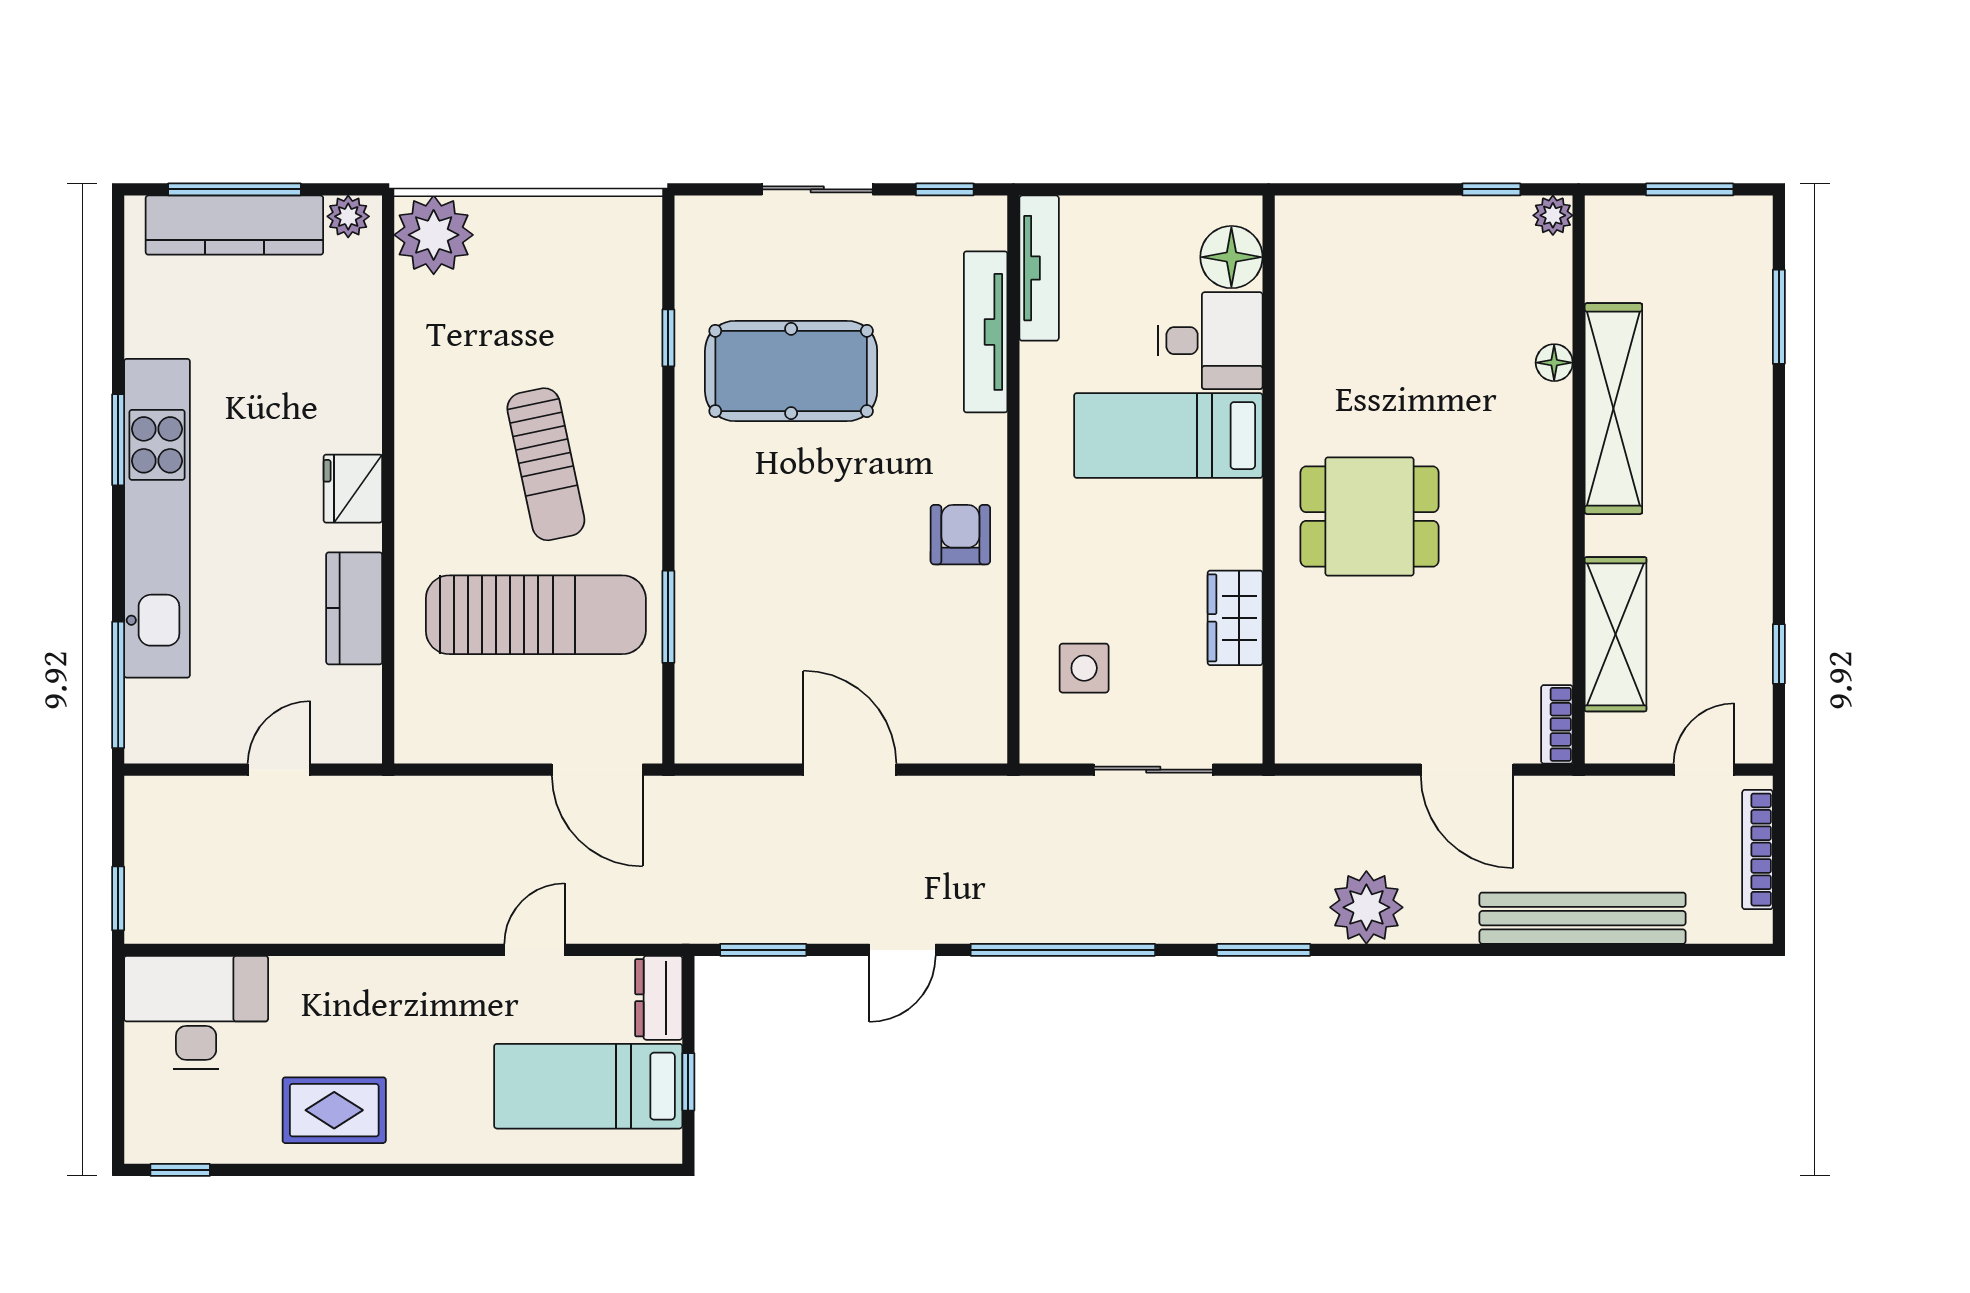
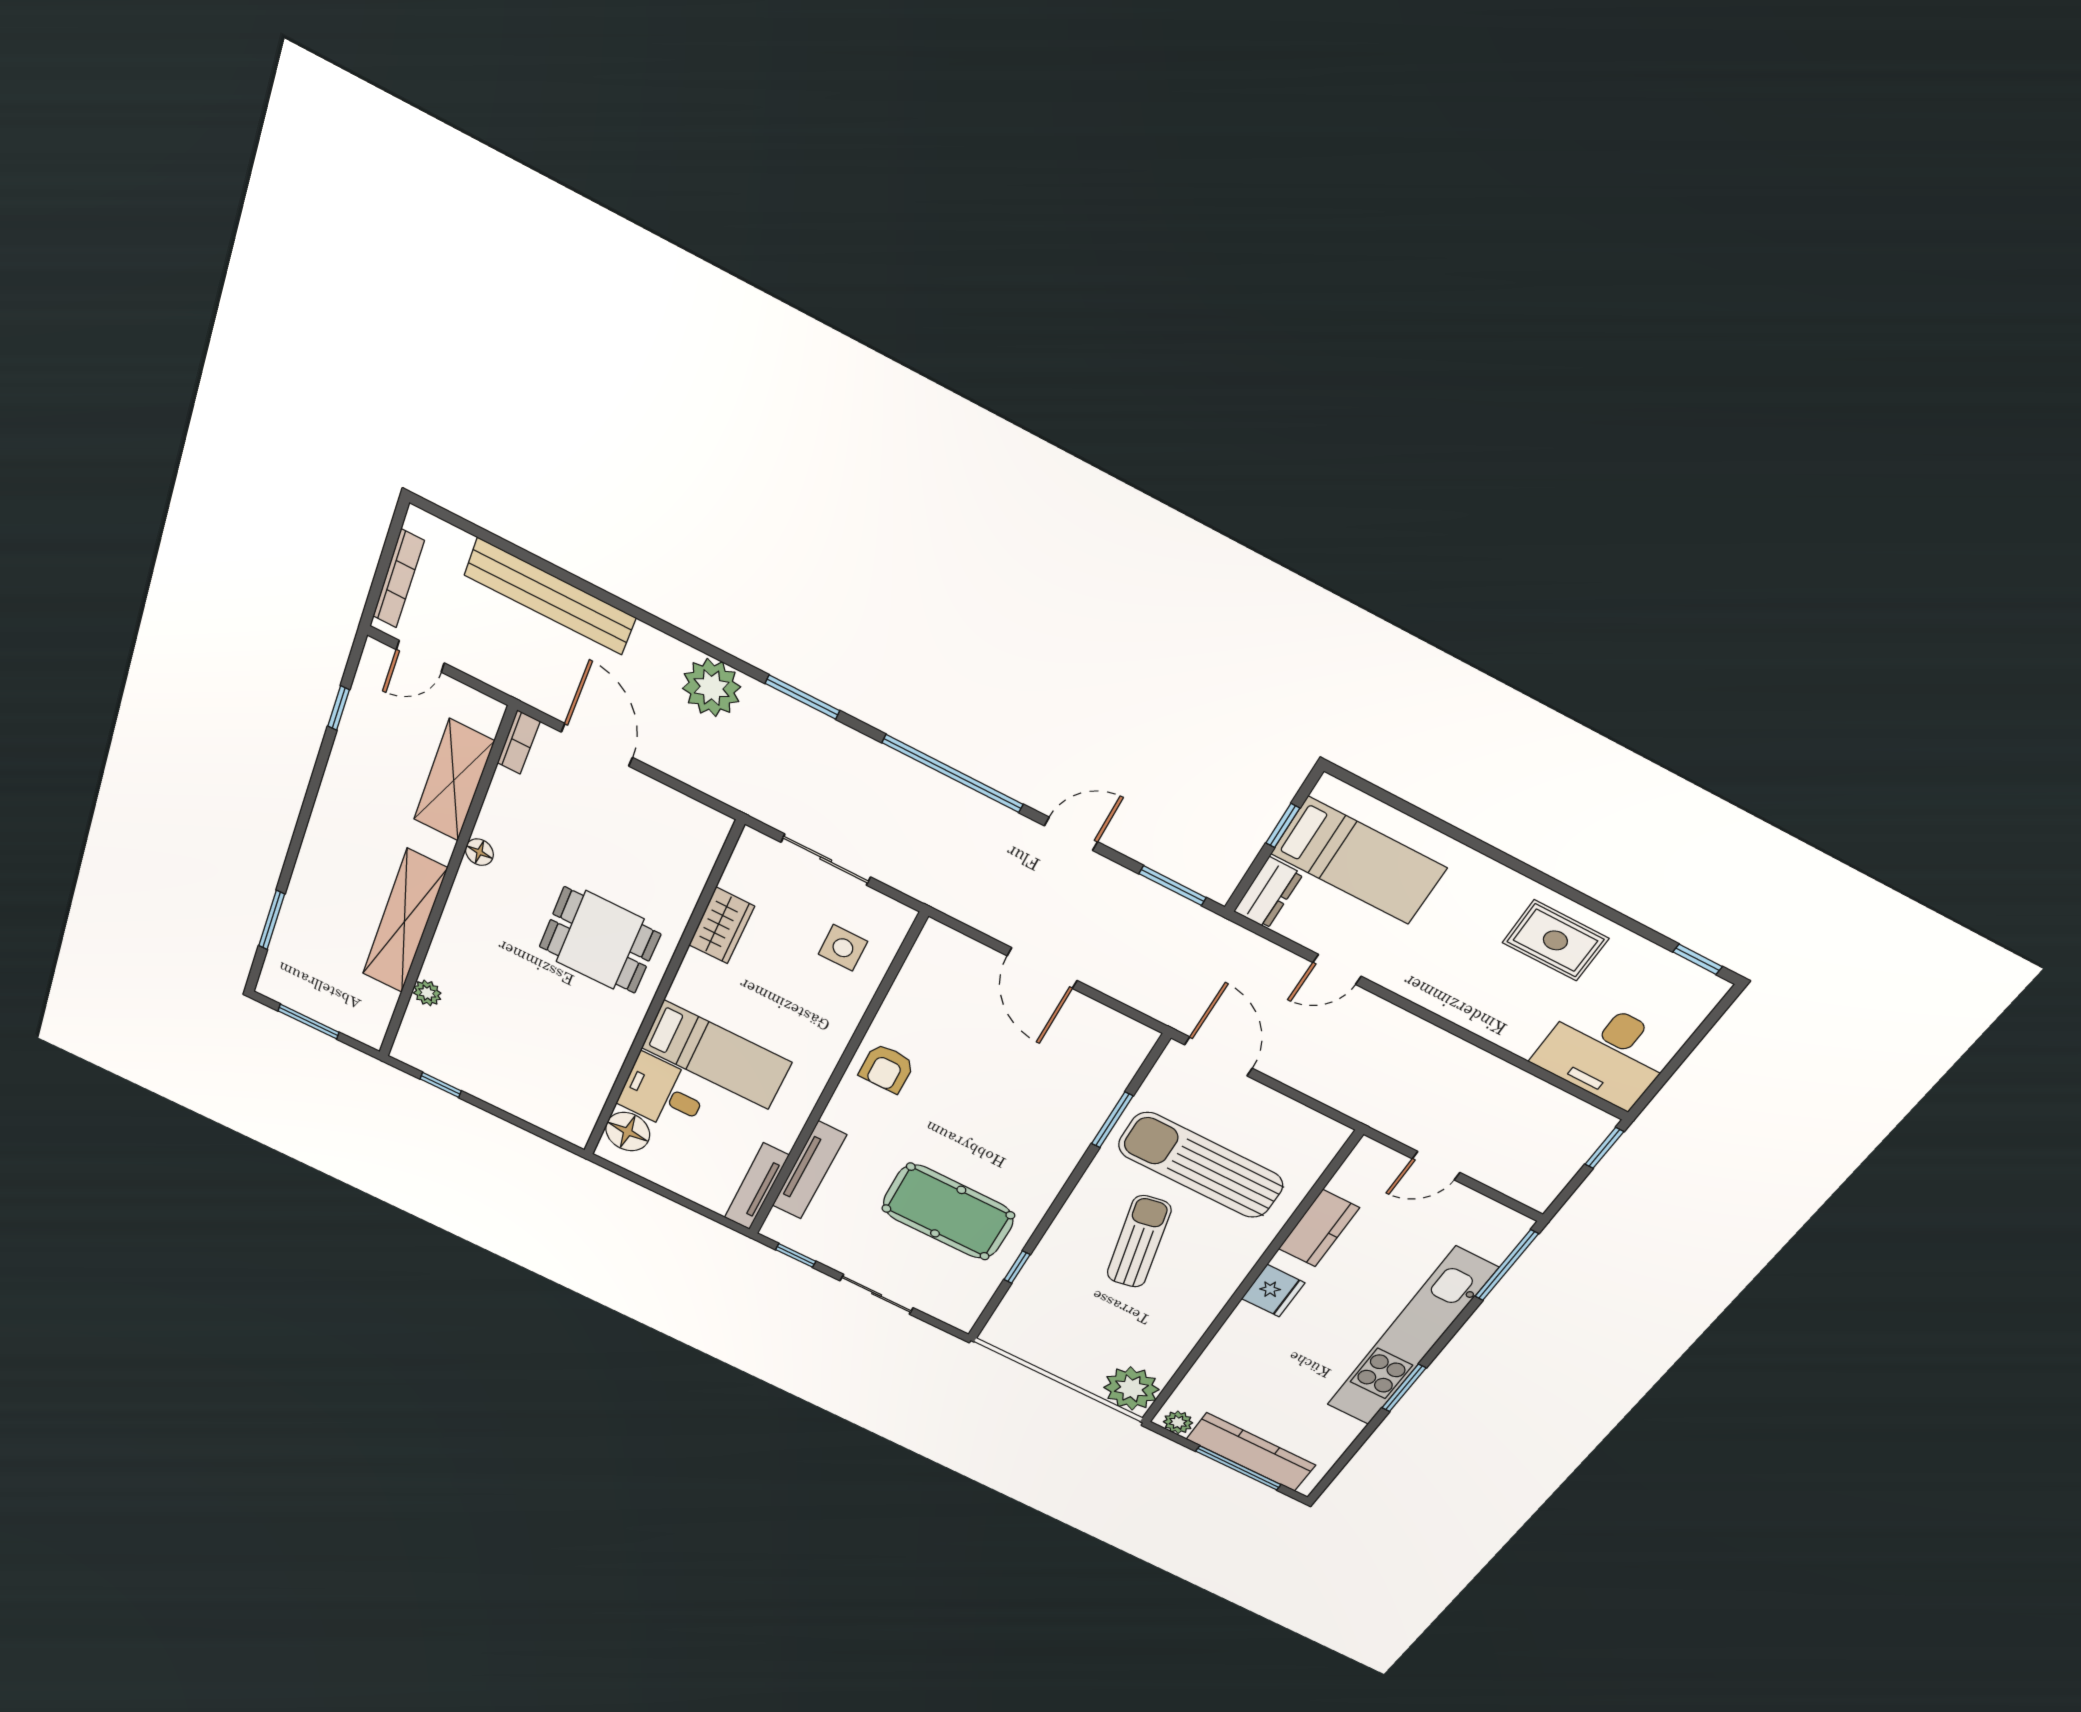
plant: (1553, 215) -> (427, 993), moved
floor lamp: (1554, 363) -> (479, 852), moved

